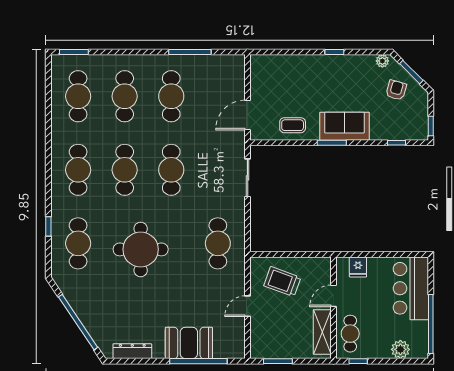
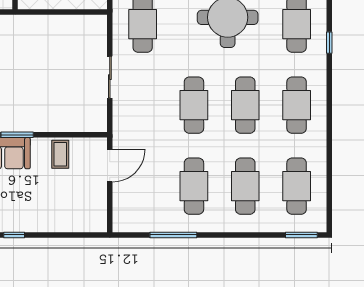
coffee table: (293, 125) -> (60, 154), turned 90
sliding door: (248, 178) -> (110, 77), moved

